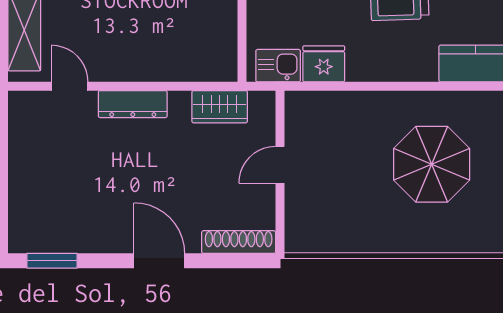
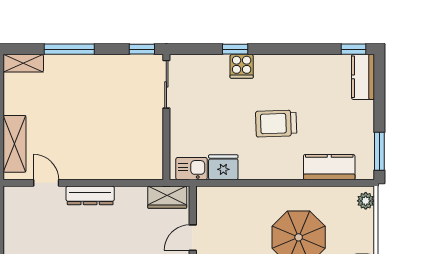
wardrobe: (220, 107) -> (167, 197), moved

